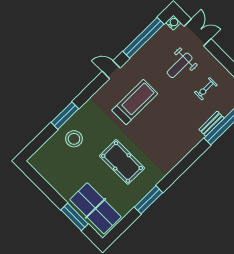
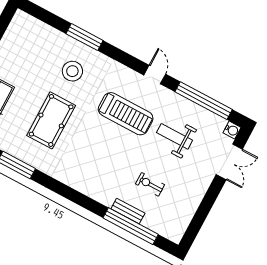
weight bench: (180, 65) -> (175, 136), moved
exercise bike: (206, 89) -> (150, 184), moved
stool: (74, 139) -> (72, 71), moved

